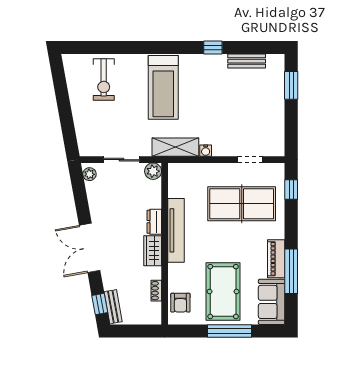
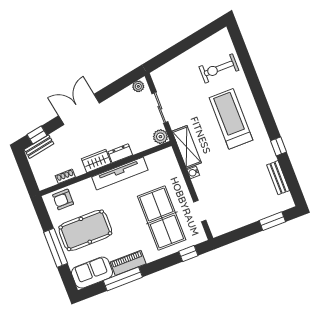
treadmill: (163, 87) -> (231, 119), turned 90

